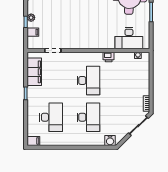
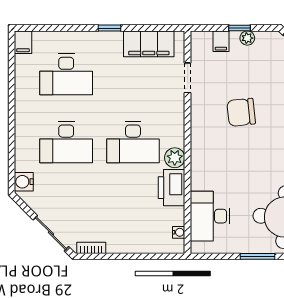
chair: (72, 21) -> (241, 112), added
printer: (109, 57) -> (172, 188), width x1.87, depth x1.48
plant: (97, 58) -> (175, 158), added

